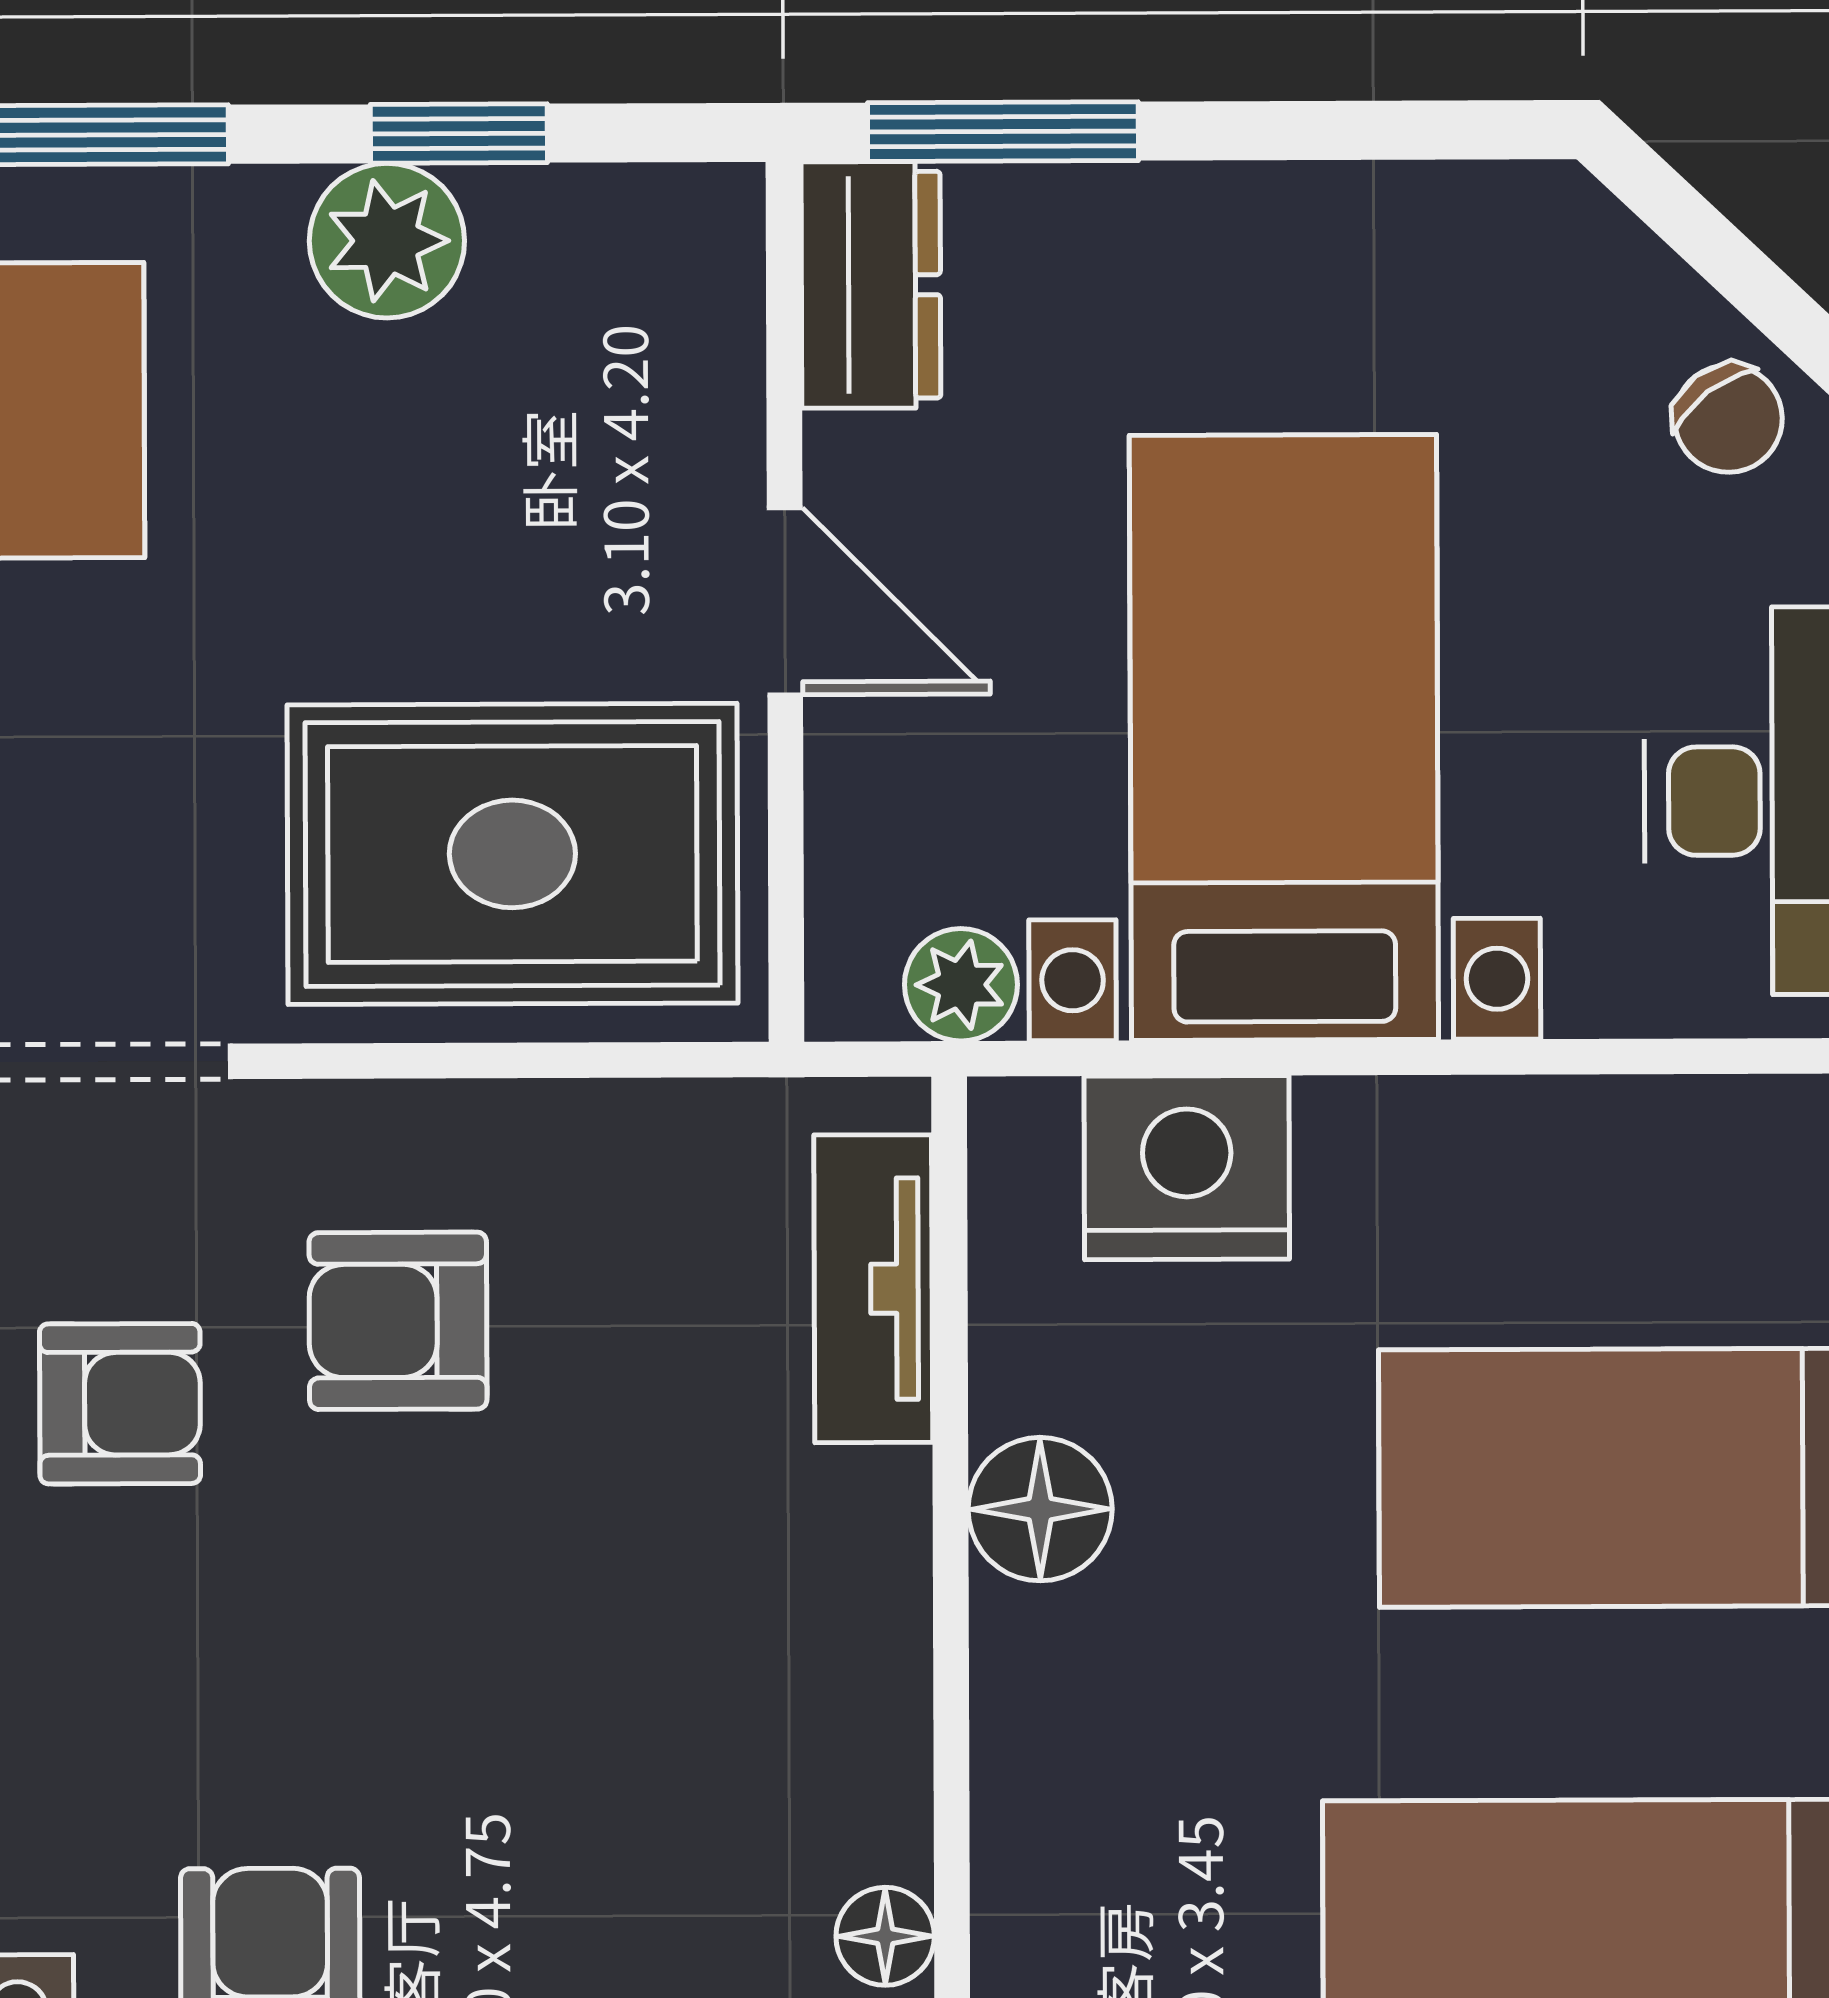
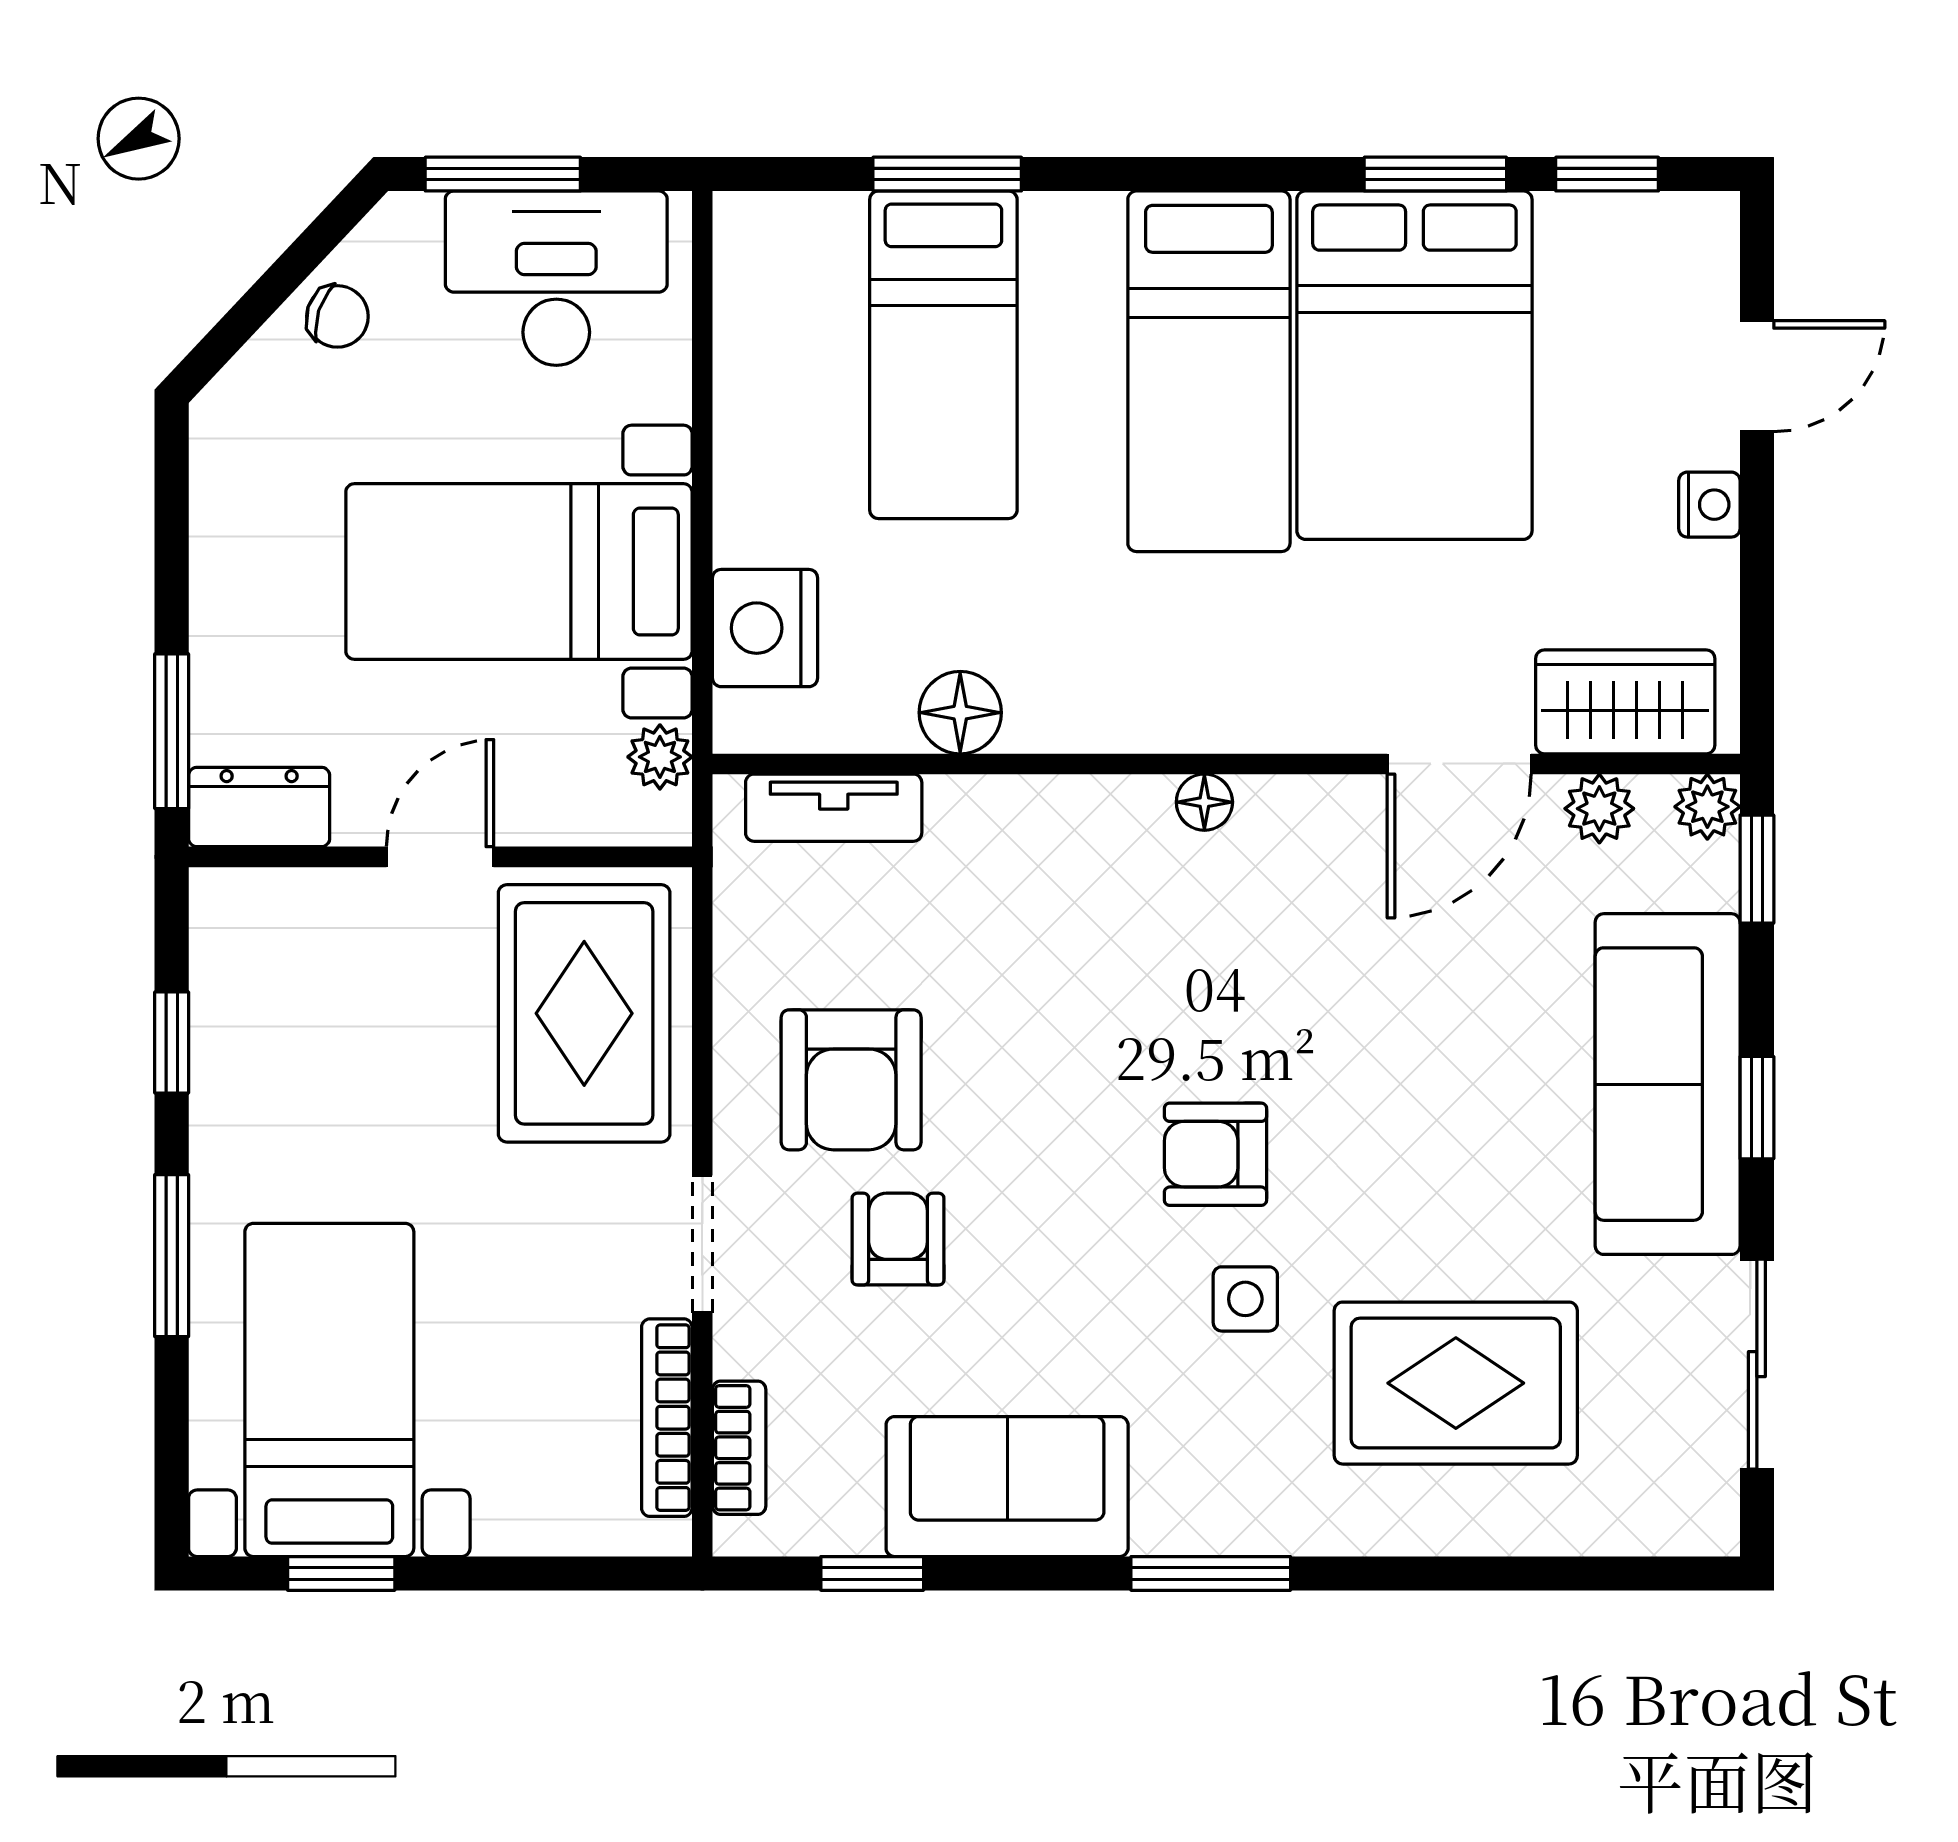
plant: (387, 241) -> (233, 1084), removed
chair: (1728, 419) -> (337, 316), turned 55
armchair: (398, 1321) -> (851, 1080), width x1.38, depth x1.38

